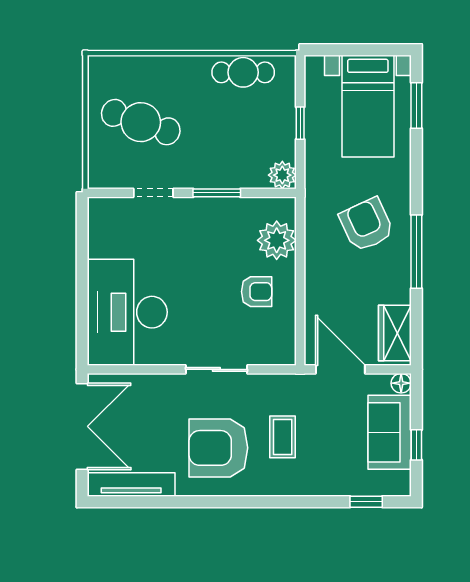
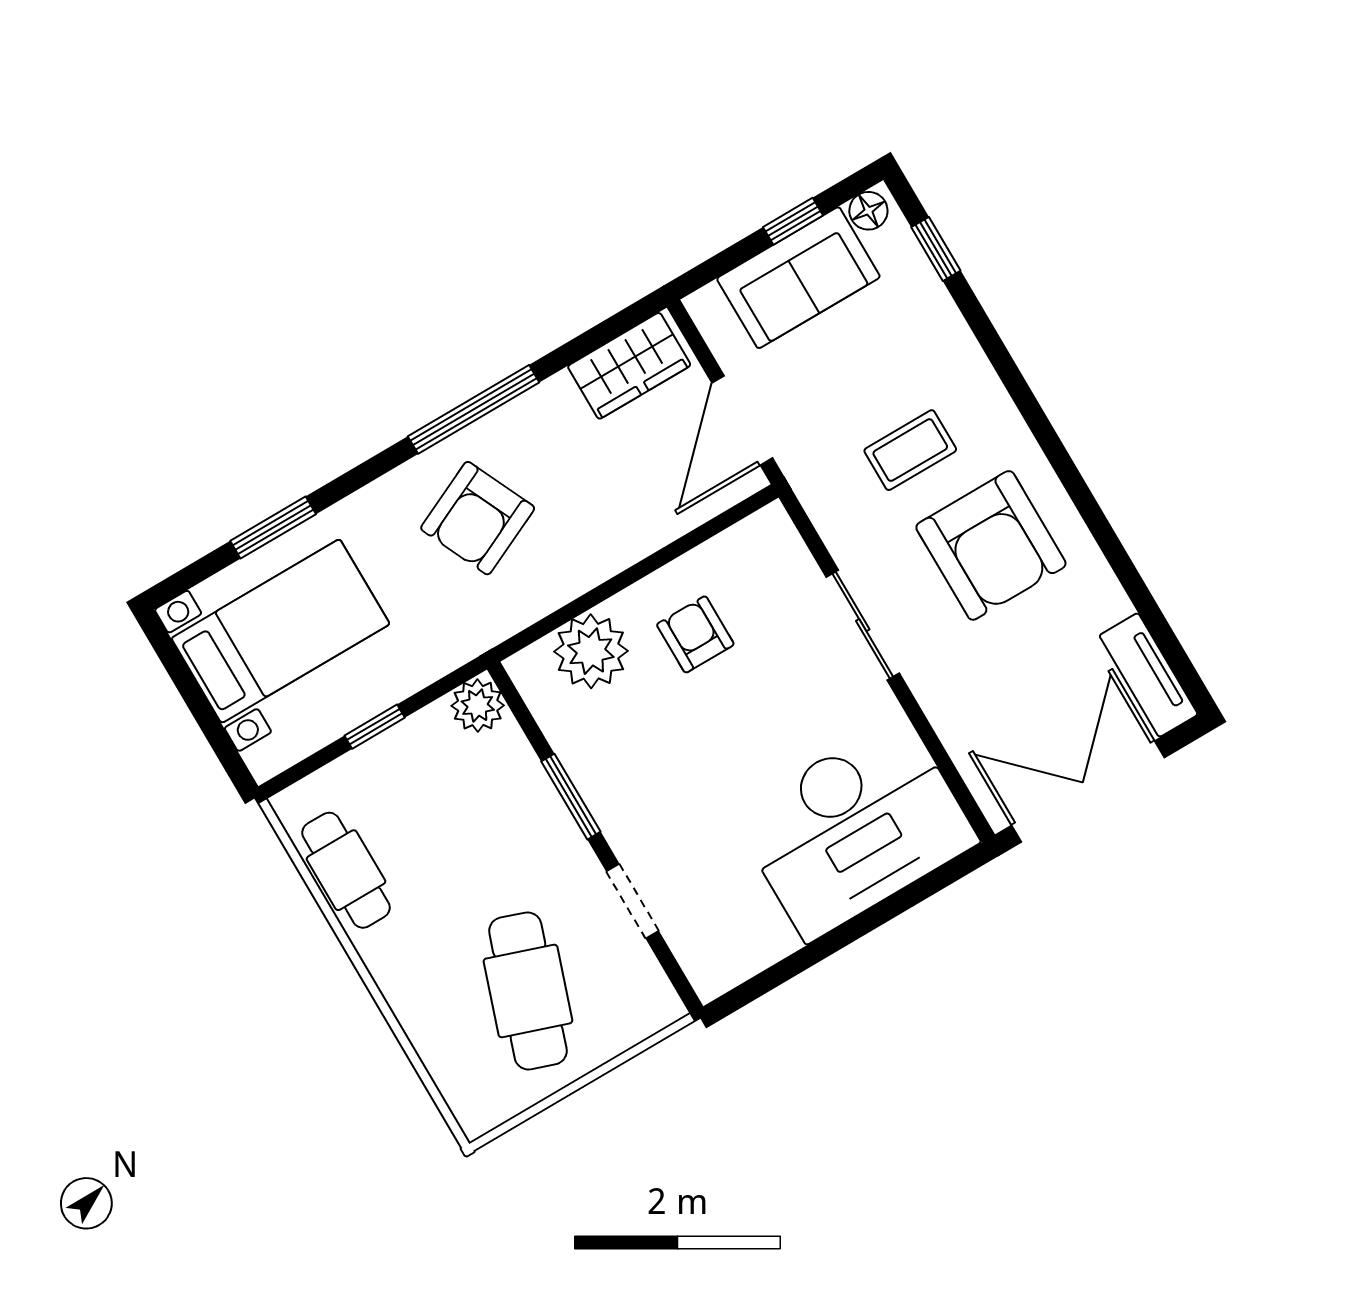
window: (416, 105) -> (273, 528), moved
floor lamp: (401, 383) -> (868, 211), moved
tv unit: (131, 484) -> (1149, 675), width x0.71

